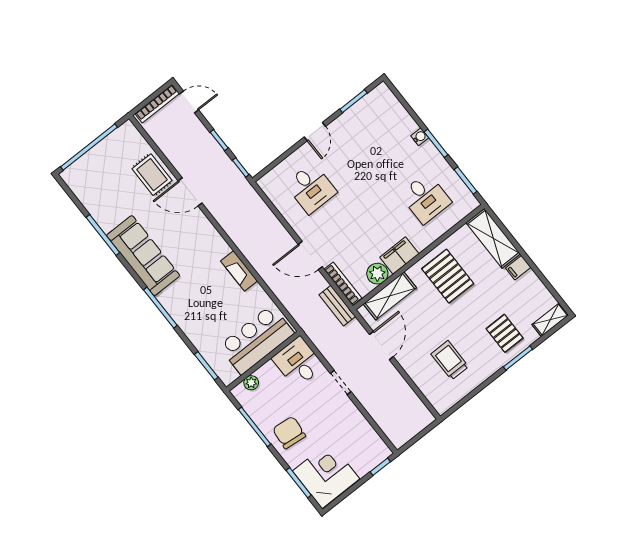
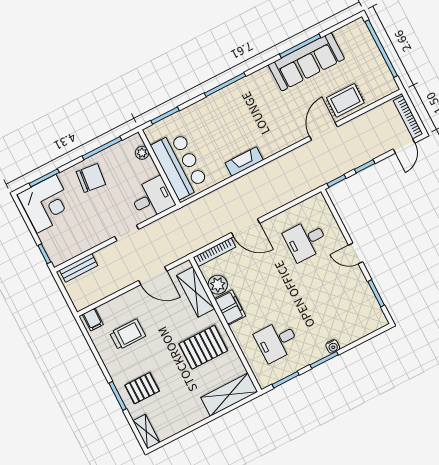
sofa: (143, 256) -> (306, 62), moved
door: (310, 256) -> (246, 228), swing flipped
filing cabinet: (518, 268) -> (93, 320), moved, turned 180
bench: (337, 306) -> (79, 268), moved

